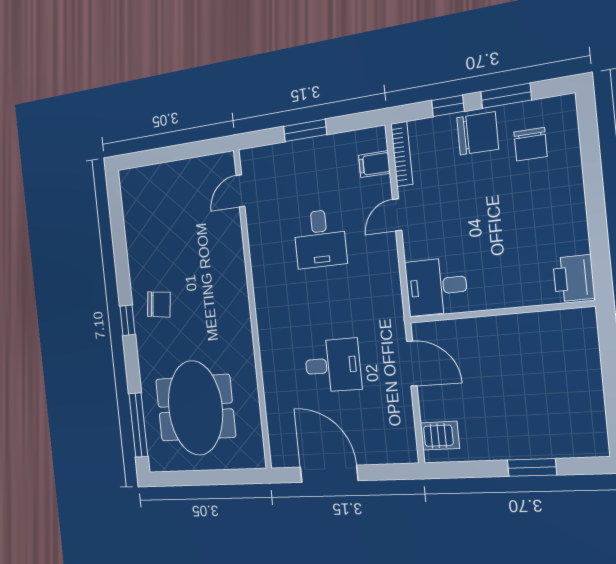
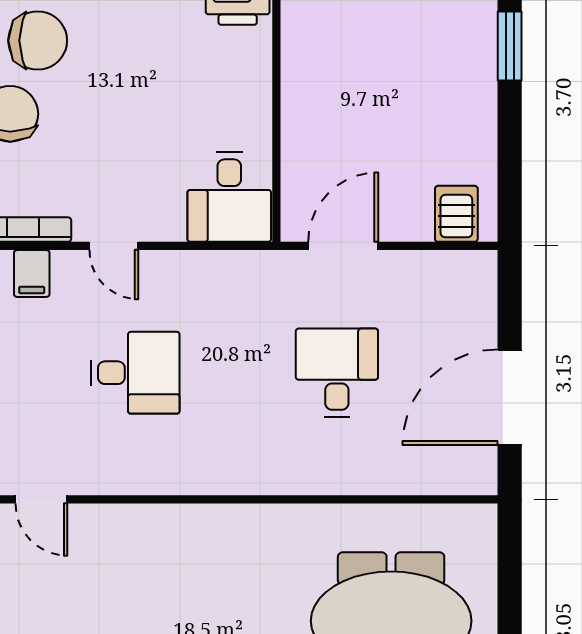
chair: (531, 144) -> (38, 40), width x1.37, depth x1.37
window: (532, 467) -> (510, 46), moved

